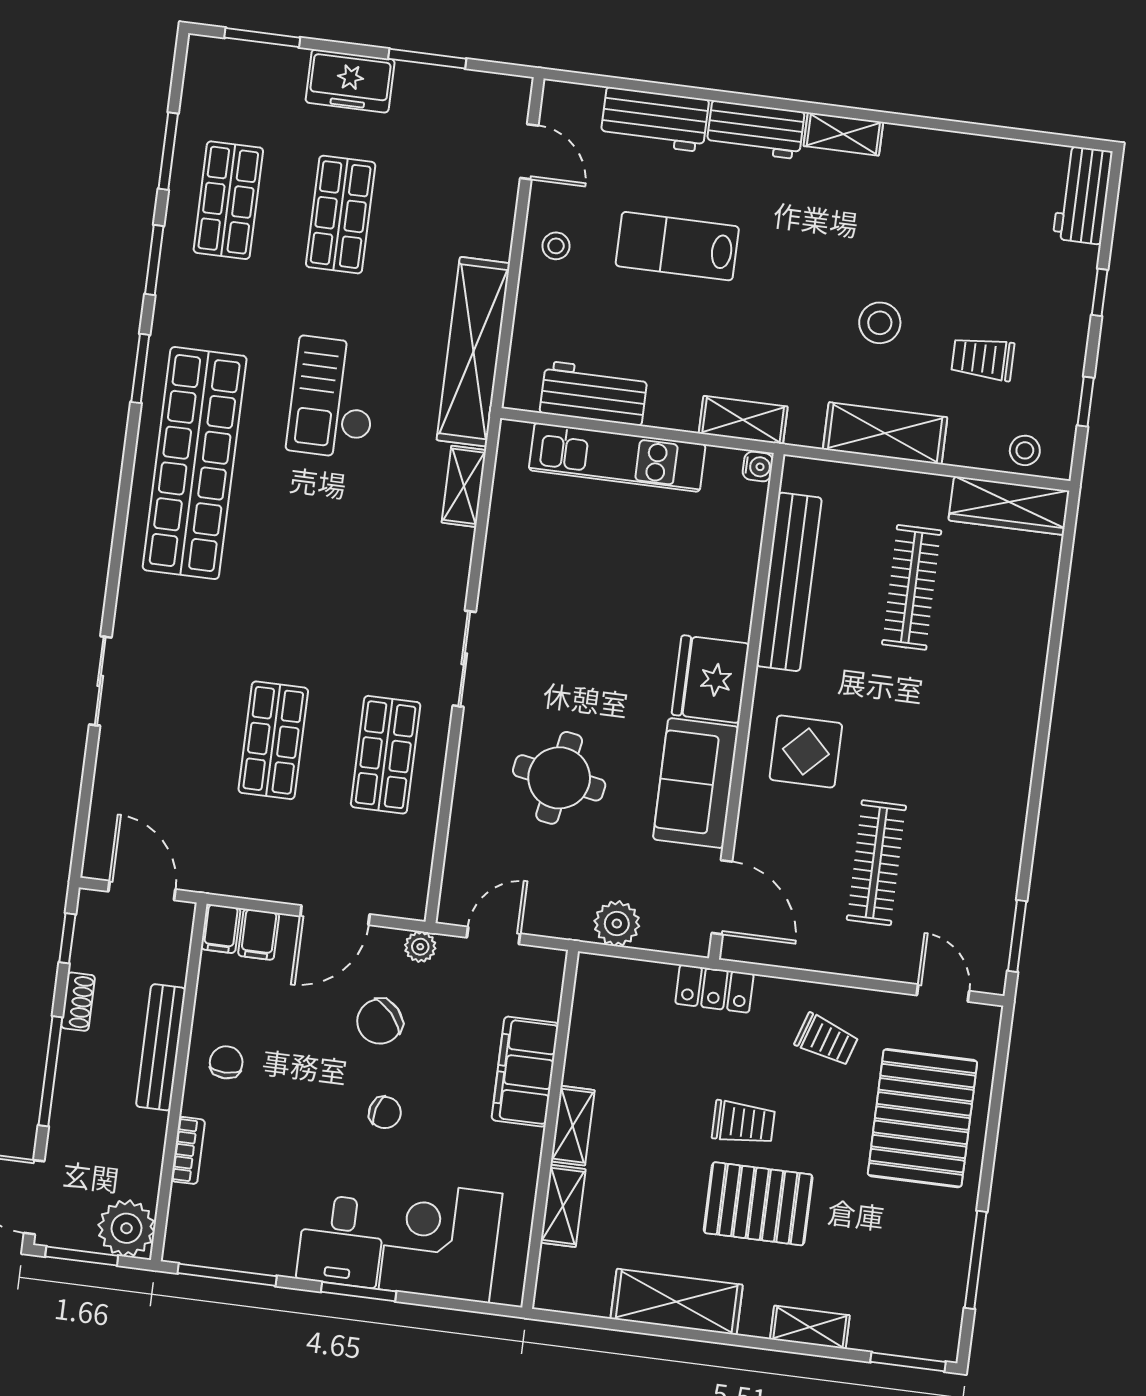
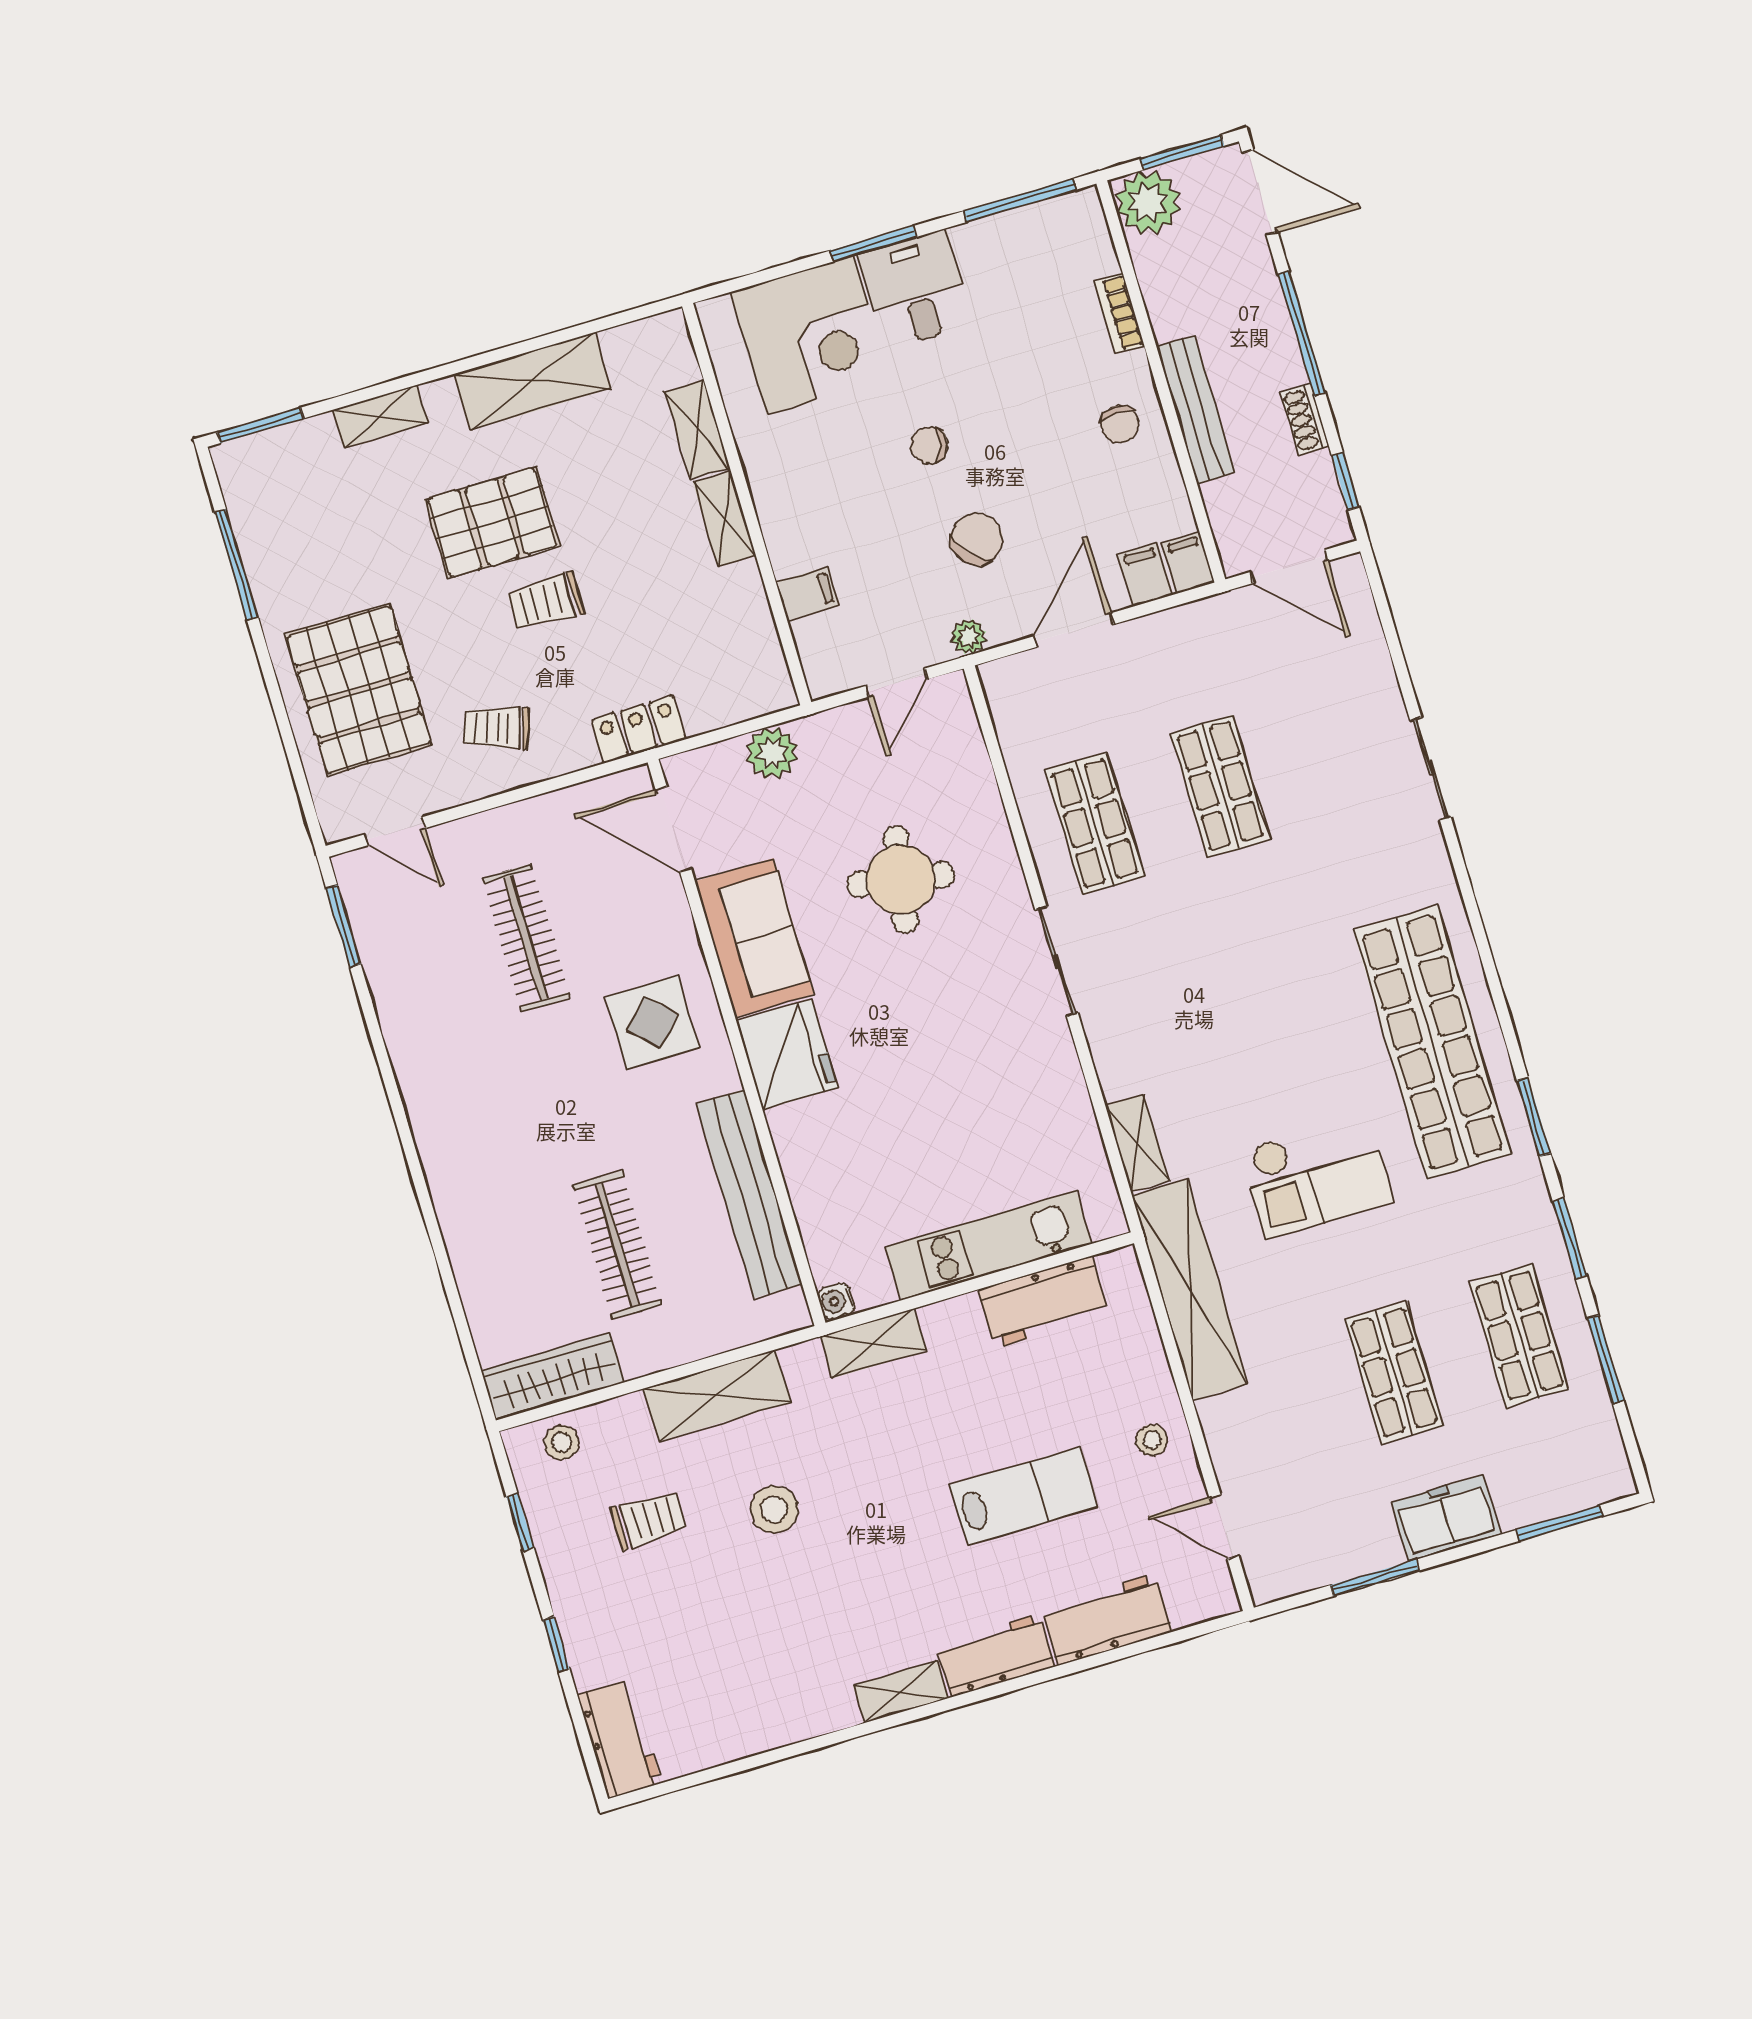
checkout: (333, 398) -> (1317, 1176), turned 90
filing cabinet: (525, 1072) -> (807, 594), width x0.33, depth x0.86

